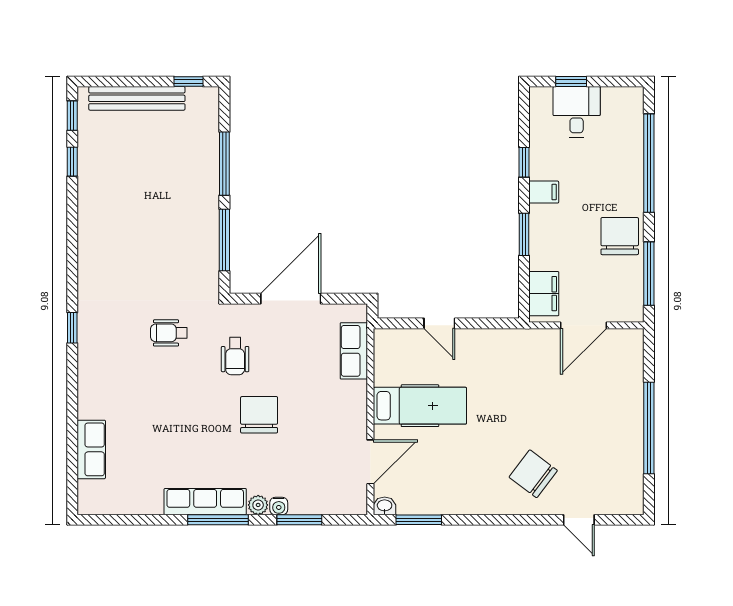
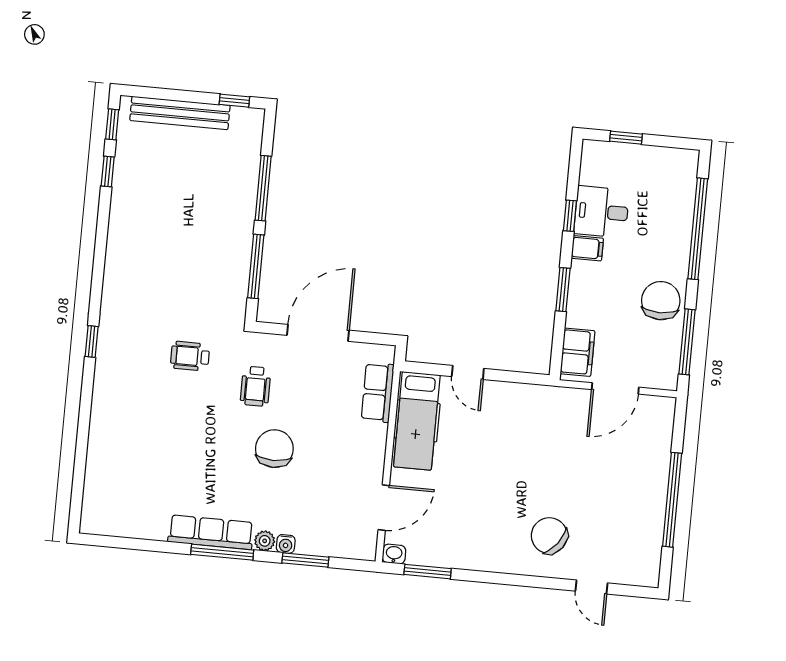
desk: (577, 112) -> (602, 212), moved, turned -90
hospital bed: (420, 406) -> (417, 421), moved, turned 90
row of seats: (91, 449) -> (99, 468), removed

